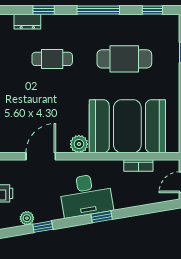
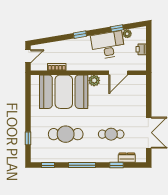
desk: (86, 195) -> (108, 45), moved

